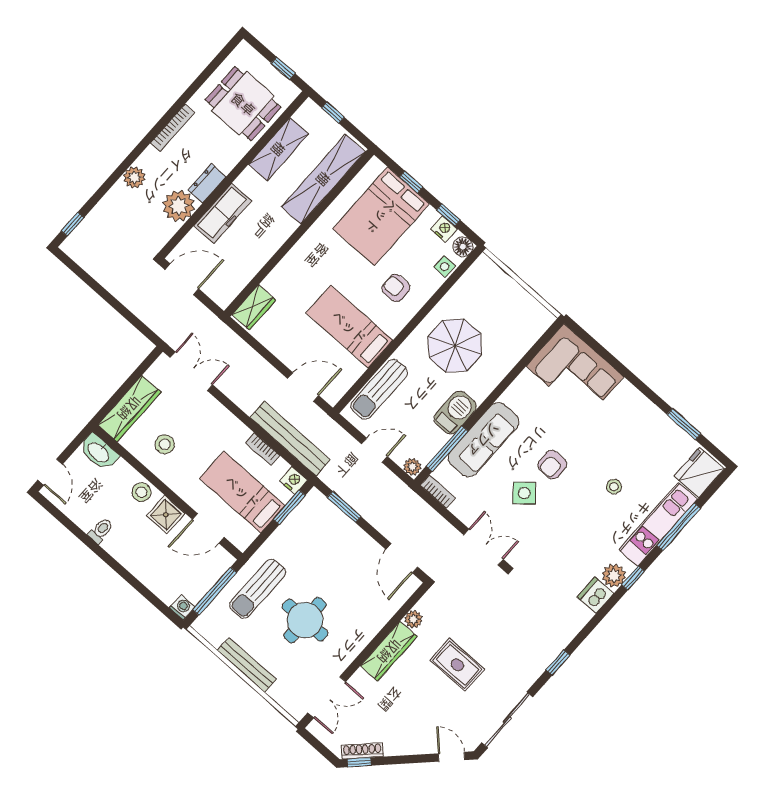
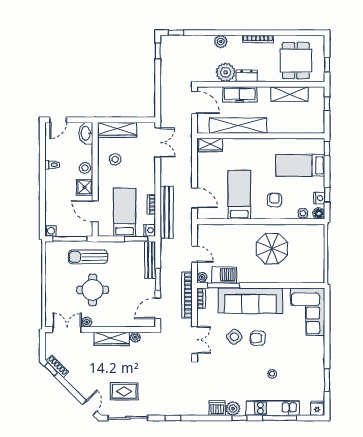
shelving: (323, 179) -> (238, 126), moved
window: (411, 182) -> (327, 149), moved
bed: (381, 216) -> (300, 165), width x0.67
window: (75, 268) -> (158, 51), added
sun lounger: (379, 389) -> (223, 232), removed
barbecue: (455, 413) -> (224, 275), moved
sofa: (483, 440) -> (250, 301), width x1.36, depth x1.27
fridge: (699, 473) -> (317, 408), width x0.53, depth x0.75
bookcase: (418, 506) -> (187, 295), added
window: (344, 507) -> (158, 280), moved
plant: (339, 664) -> (87, 322), added
bench: (247, 665) -> (150, 260), moved
rug: (457, 665) -> (124, 391), moved, turned 90
double door: (327, 697) -> (67, 330), swing flipped

